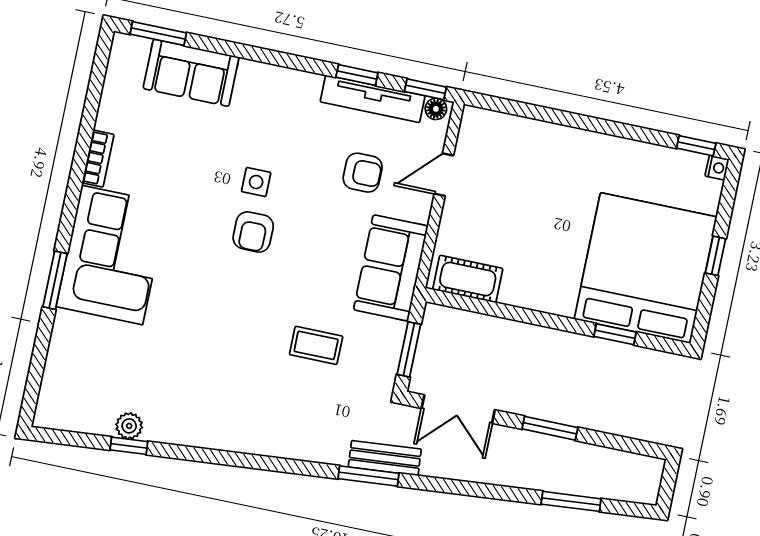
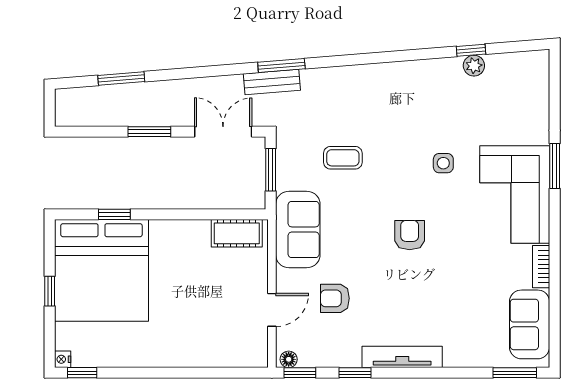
sofa: (191, 73) -> (530, 324), moved, turned -90
tv unit: (373, 99) -> (402, 357), moved
side table: (256, 182) -> (443, 163), moved

